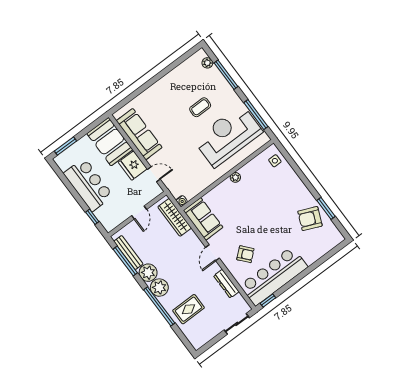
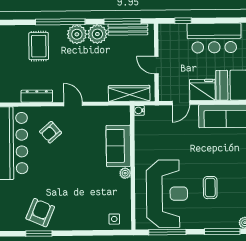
sofa: (203, 219) -> (118, 146), moved, turned 90

